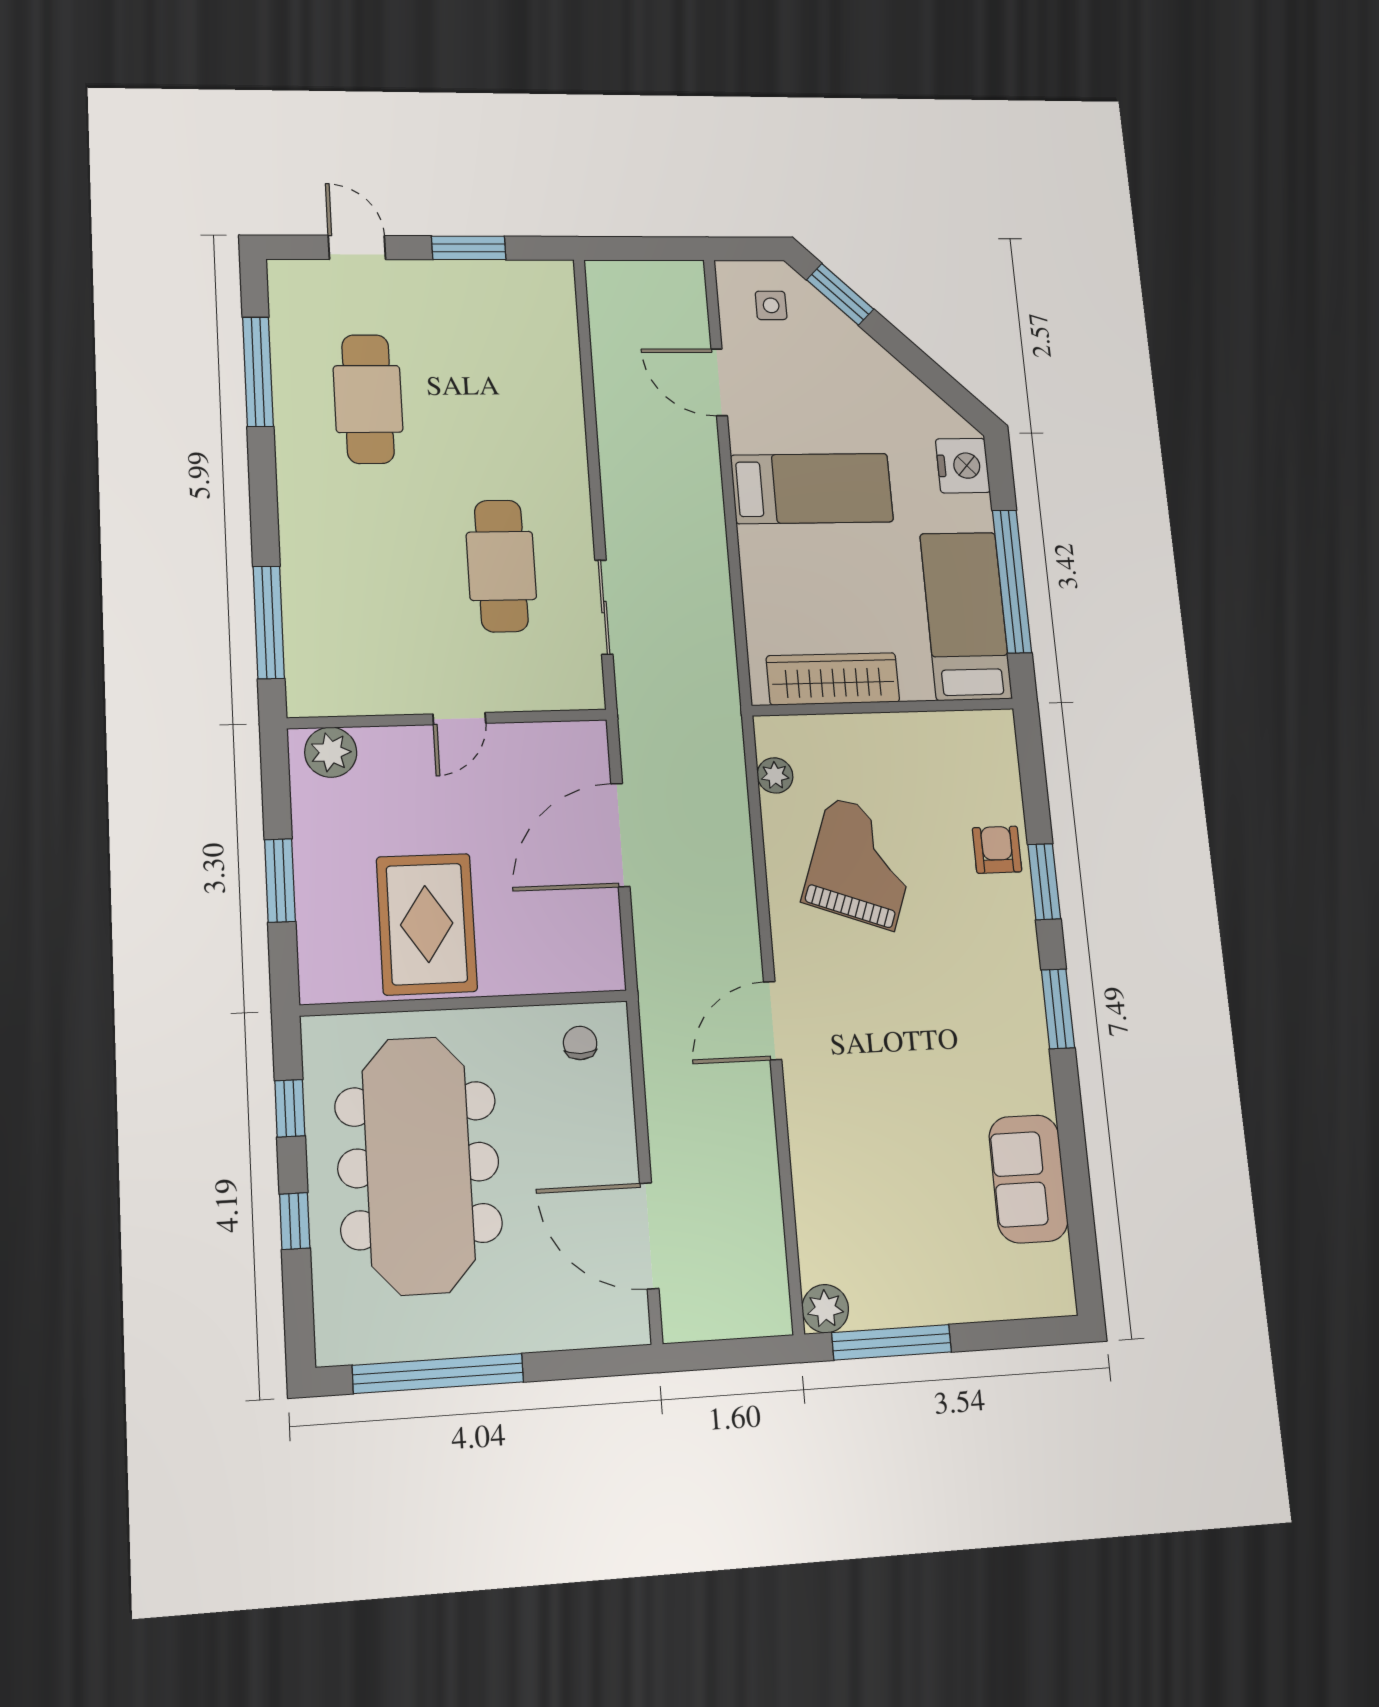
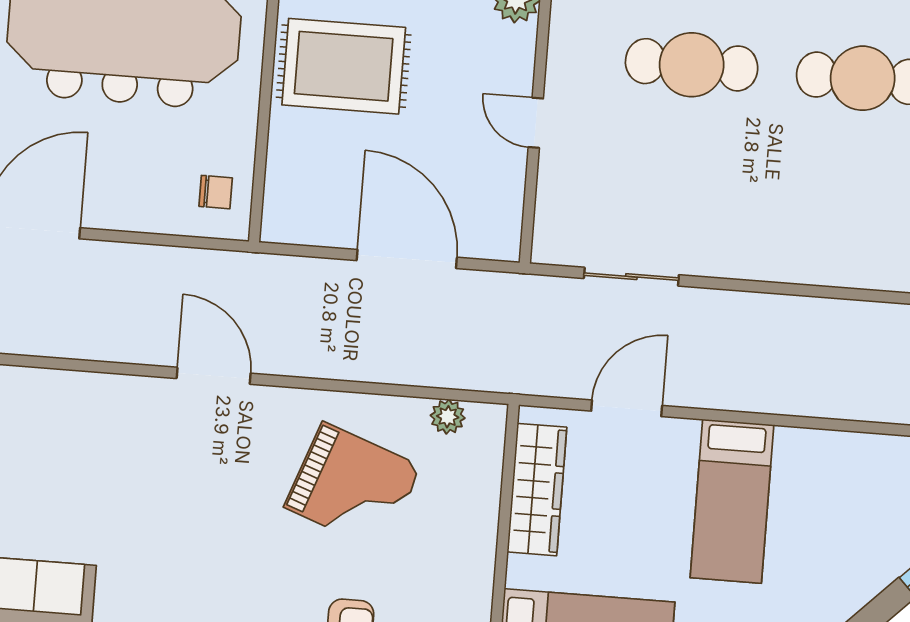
door: (719, 382) -> (627, 408), moved
cafe table: (501, 566) -> (692, 65), moved

